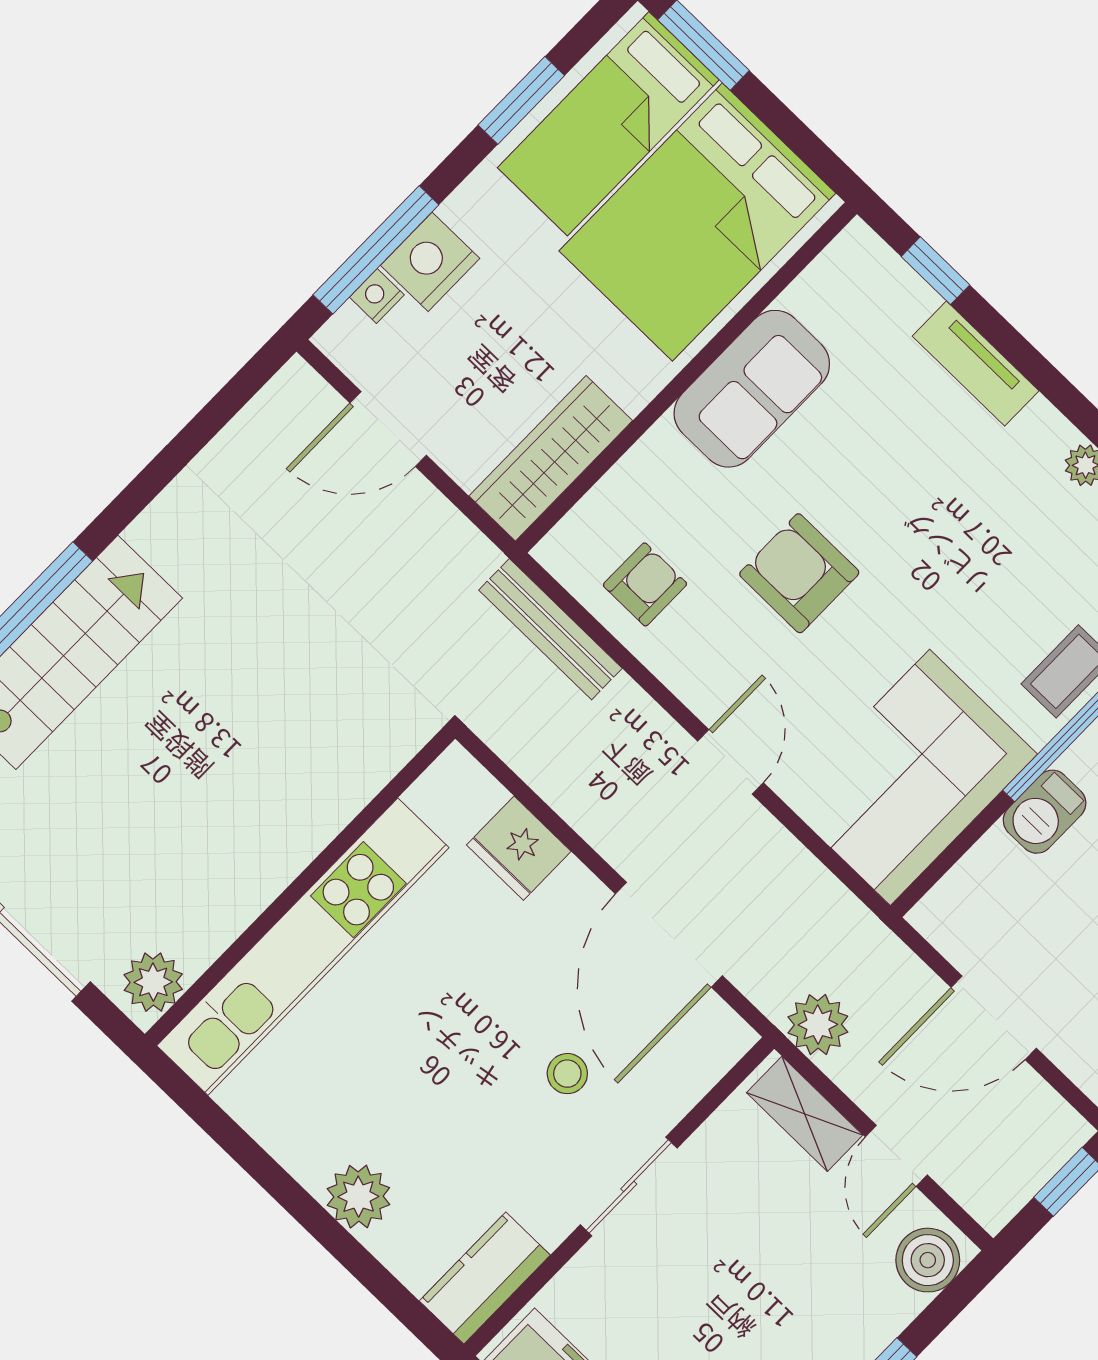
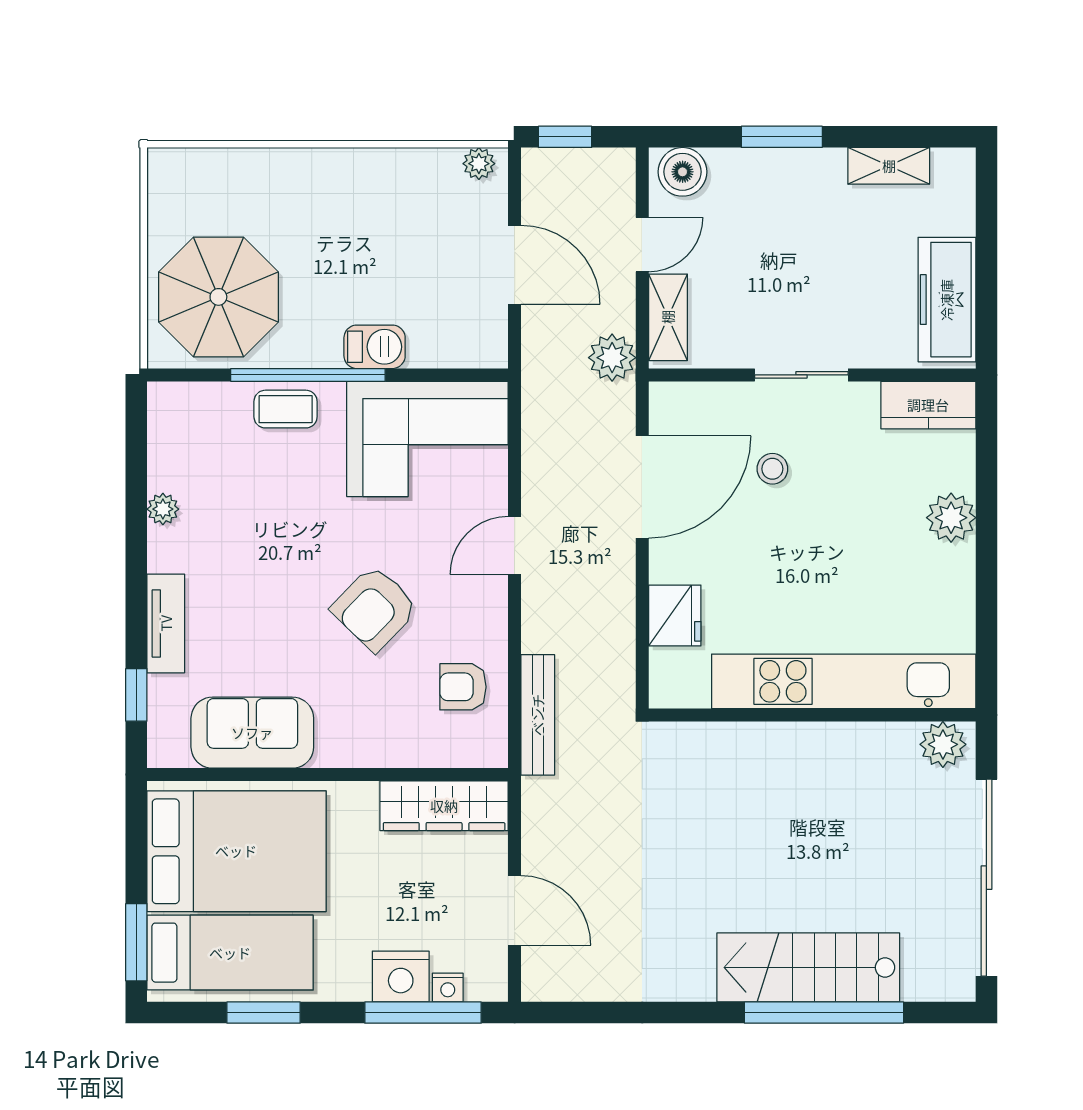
sofa: (752, 389) -> (252, 733), moved
armchair: (799, 573) -> (375, 608), turned 44

